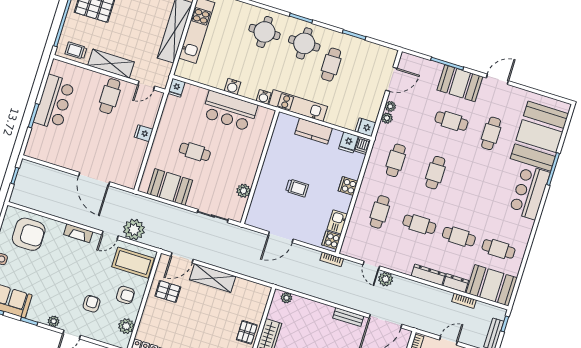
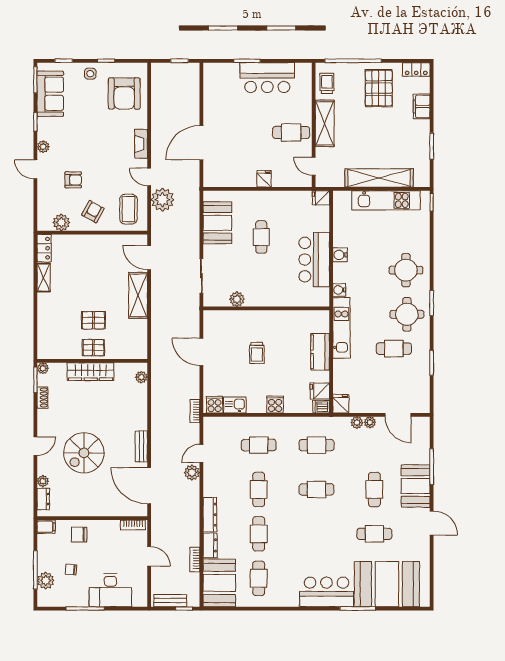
coffee table: (133, 263) -> (128, 209), width x0.73, depth x0.76
pallet: (168, 291) -> (93, 320), moved, turned 90
armchair: (125, 295) -> (93, 212), turned -151

